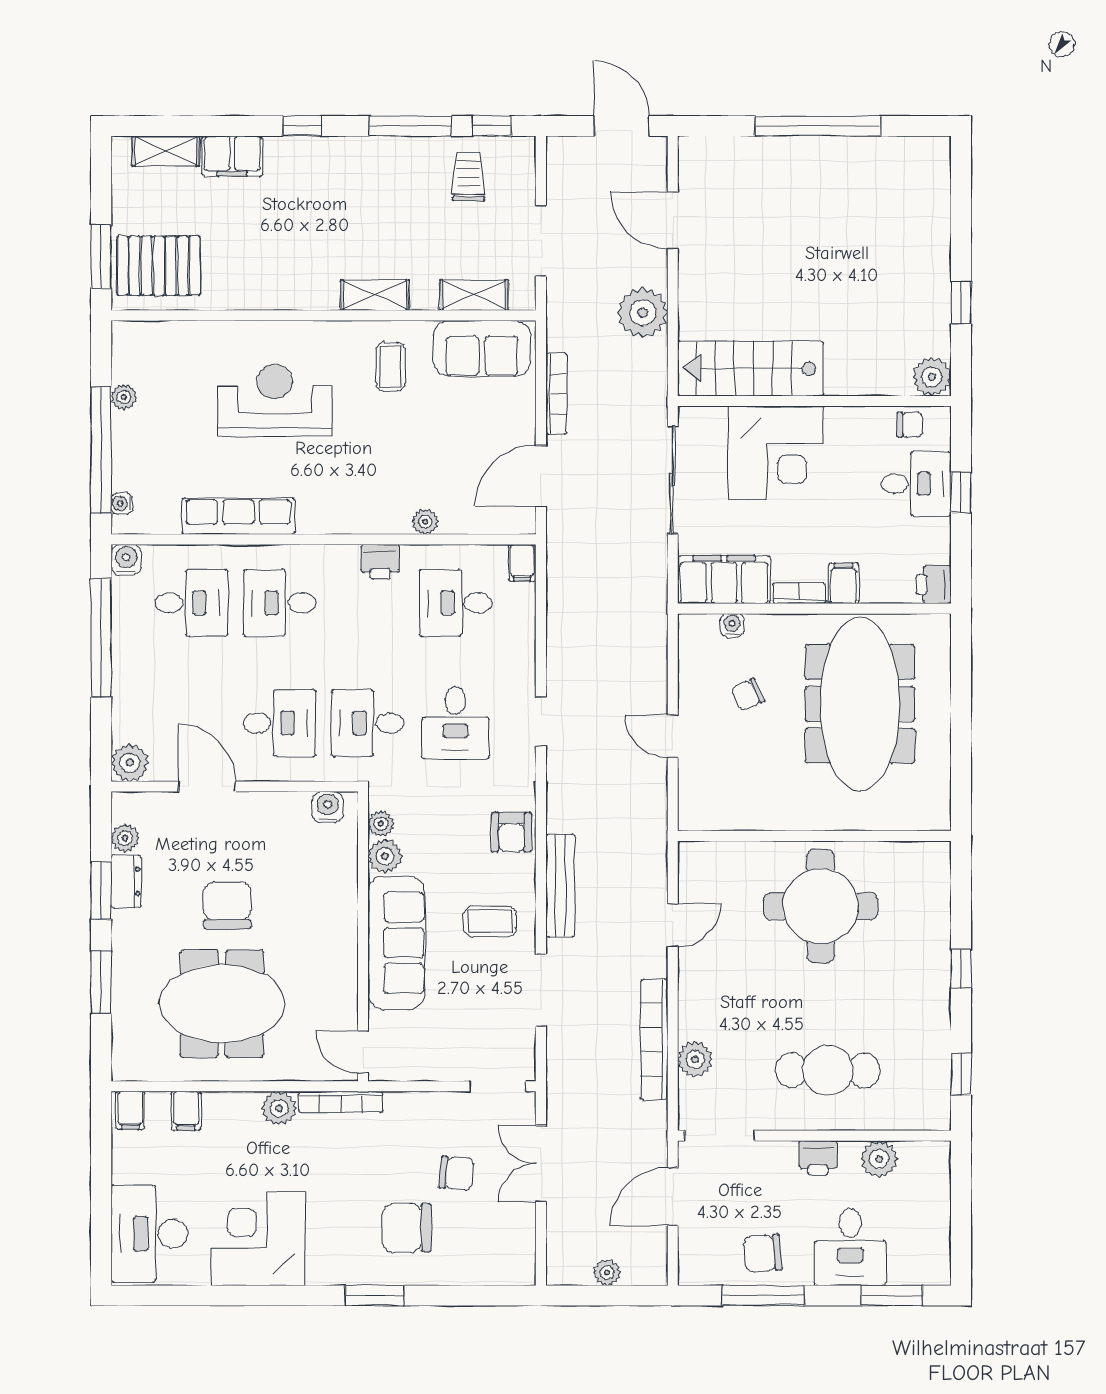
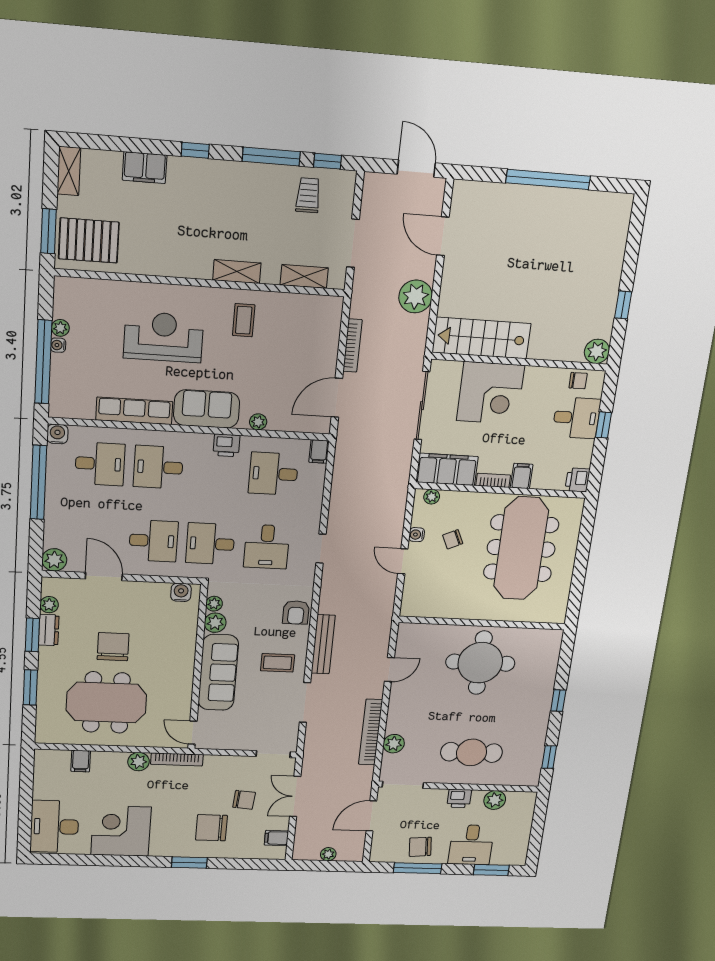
shelving: (166, 151) -> (69, 171), moved, turned 90
sofa: (482, 348) -> (207, 409), moved, turned 180
water cooler: (122, 504) -> (58, 345), moved
water cooler: (732, 625) -> (417, 535), moved, turned -90
plant: (706, 626) -> (432, 497), added
filing cabinet: (130, 1110) -> (276, 838), moved, turned 90

